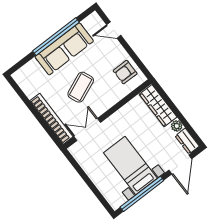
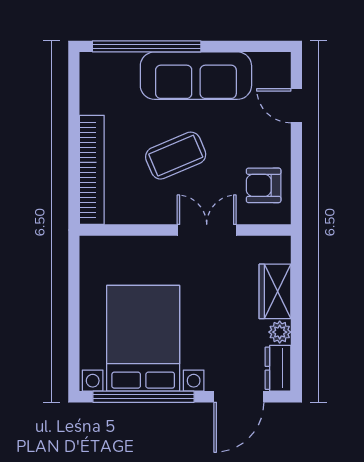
window: (56, 37) -> (147, 46), moved
wardrobe: (158, 106) -> (275, 291), width x0.67
double door: (87, 130) -> (207, 230), moved
bed with nightstands: (130, 166) -> (143, 338), width x1.36

